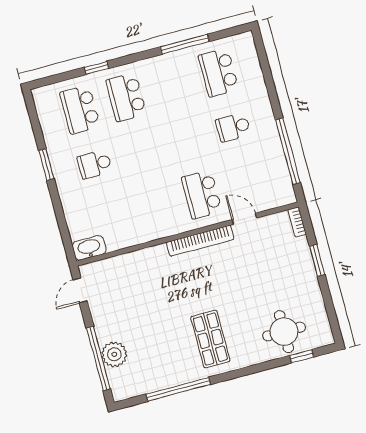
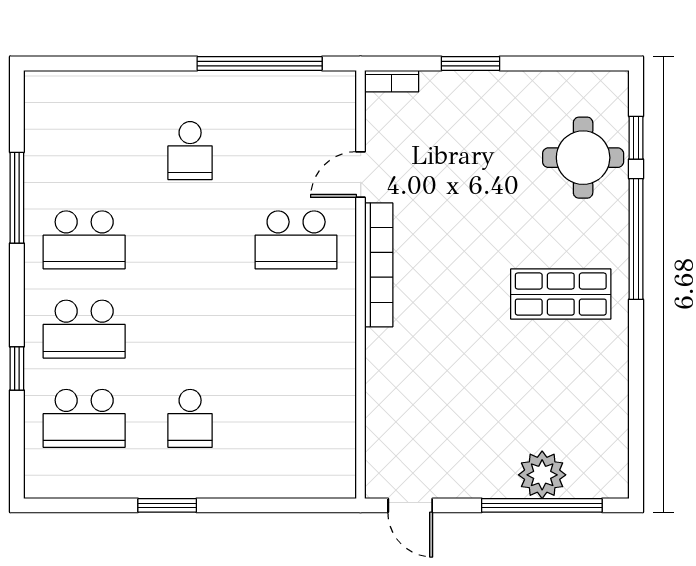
school desk: (218, 72) -> (84, 240), moved
washbasin: (89, 248) -> (338, 469), removed
window: (178, 389) -> (636, 239), moved

